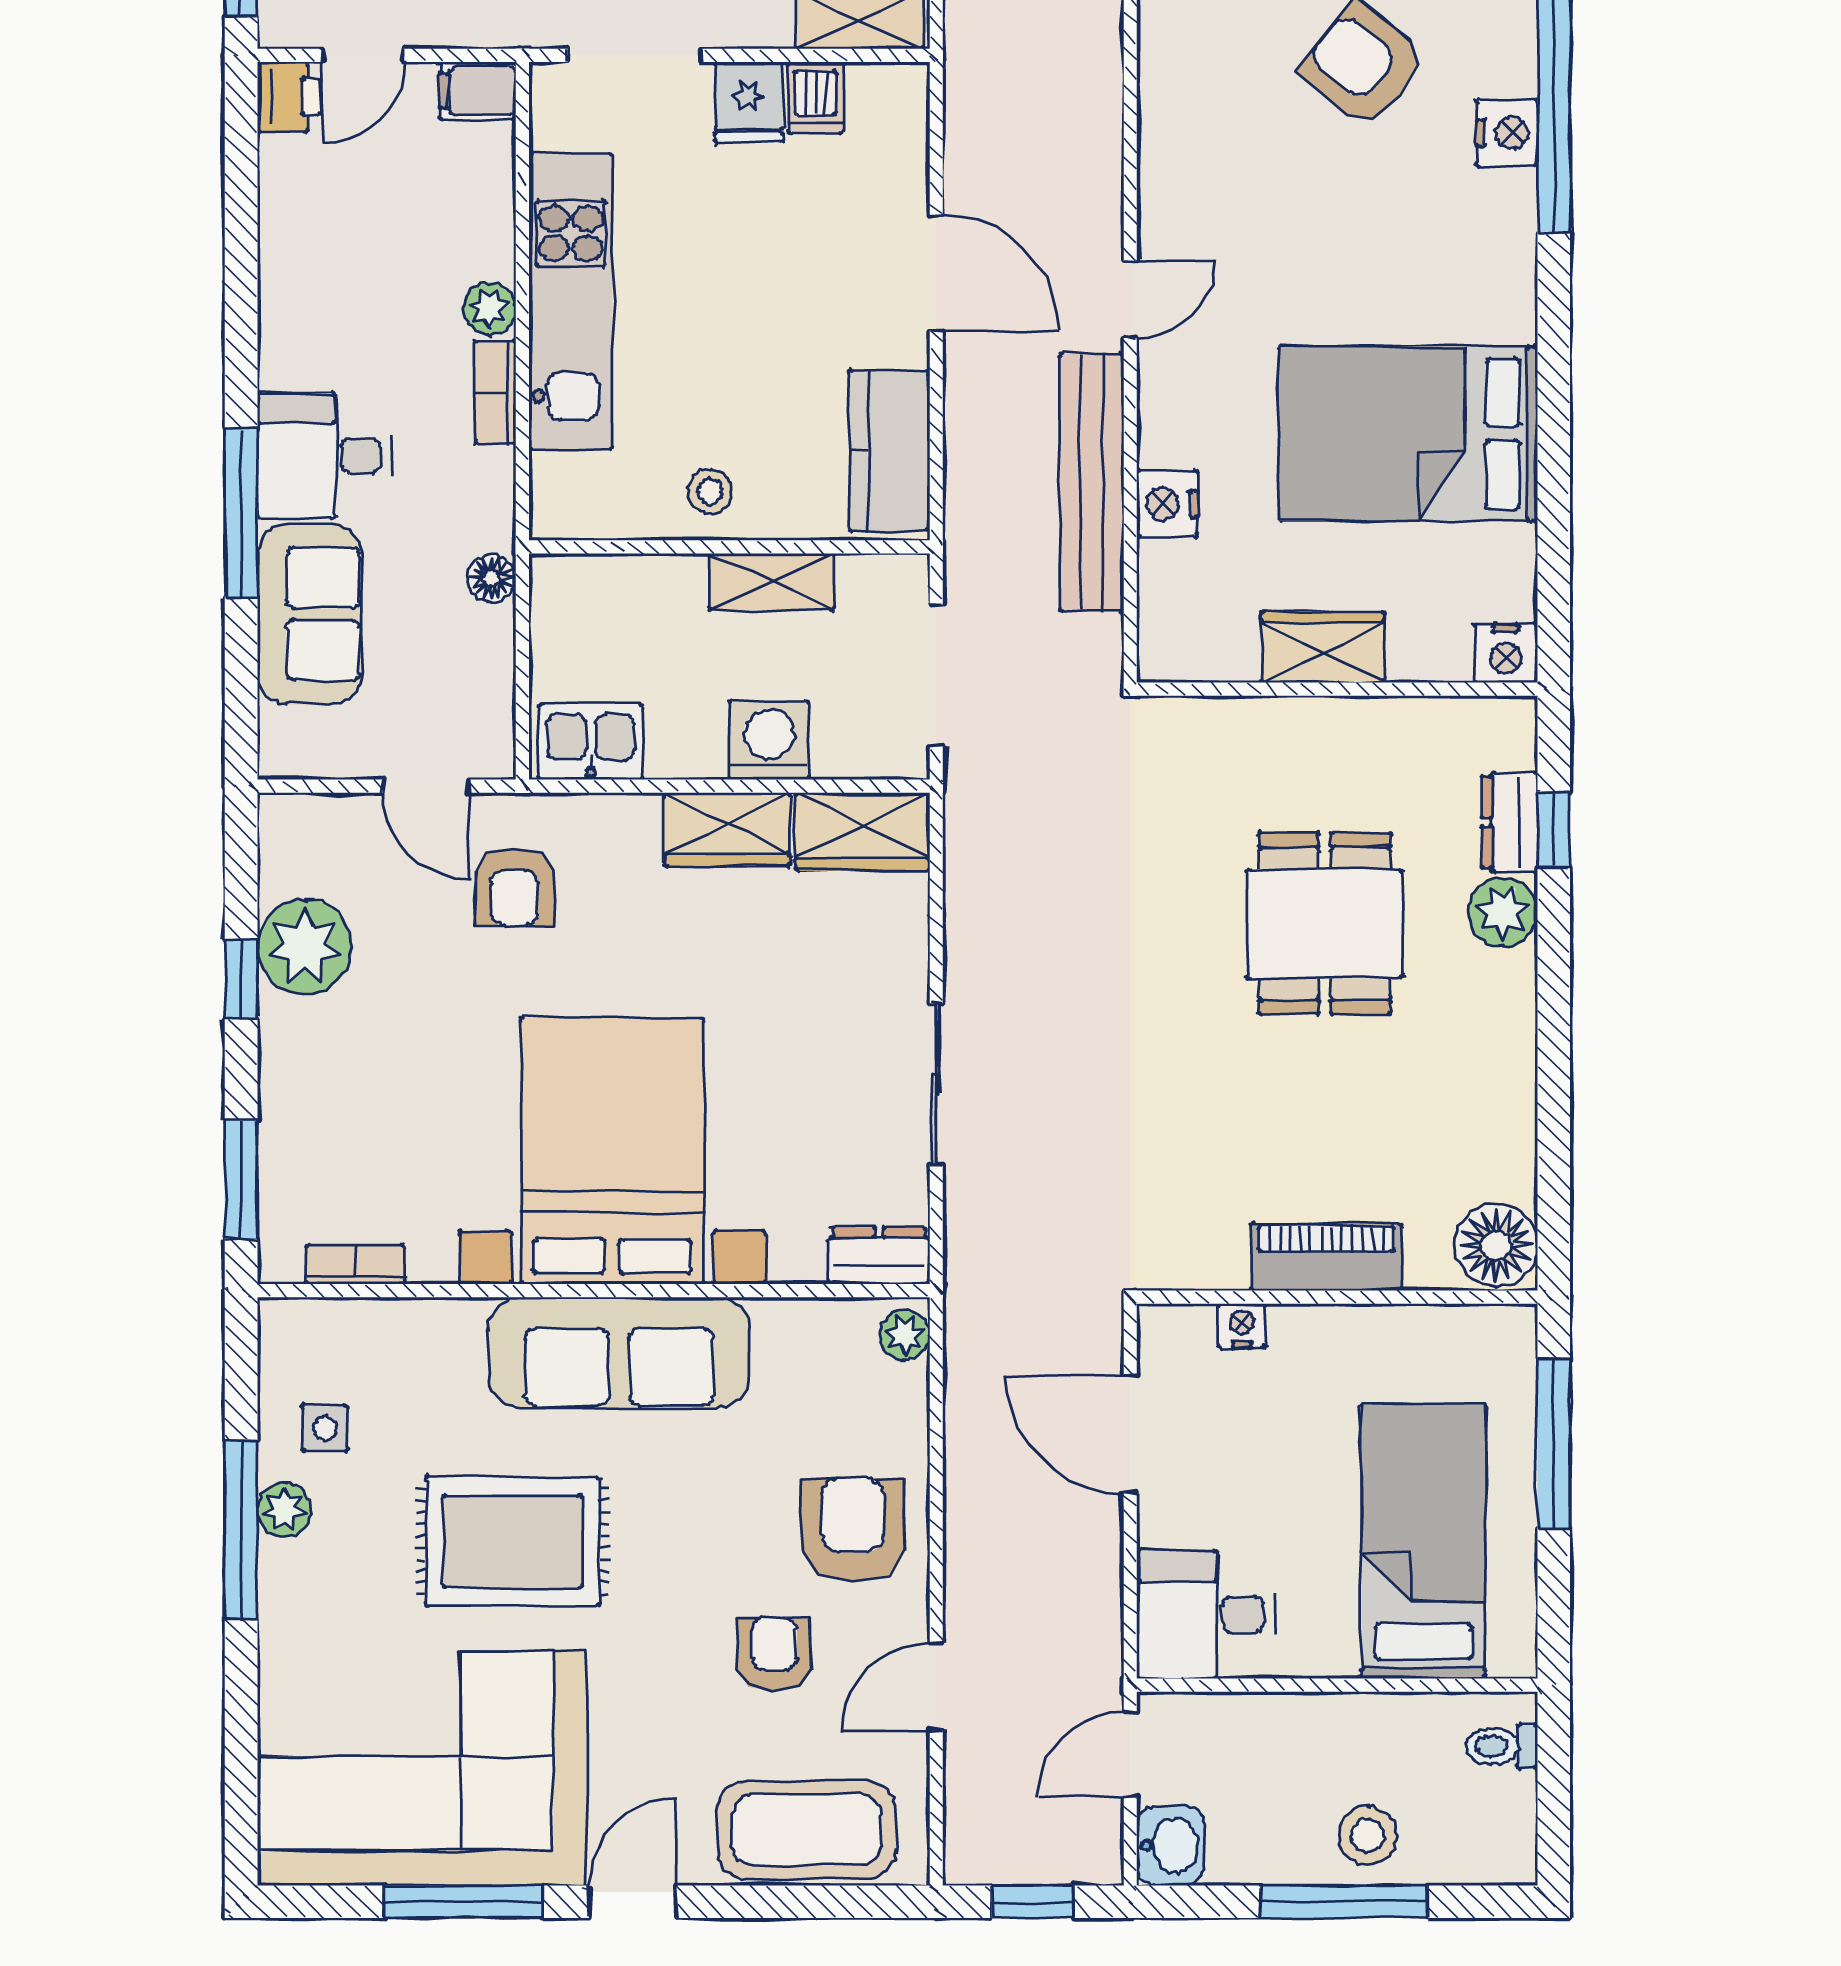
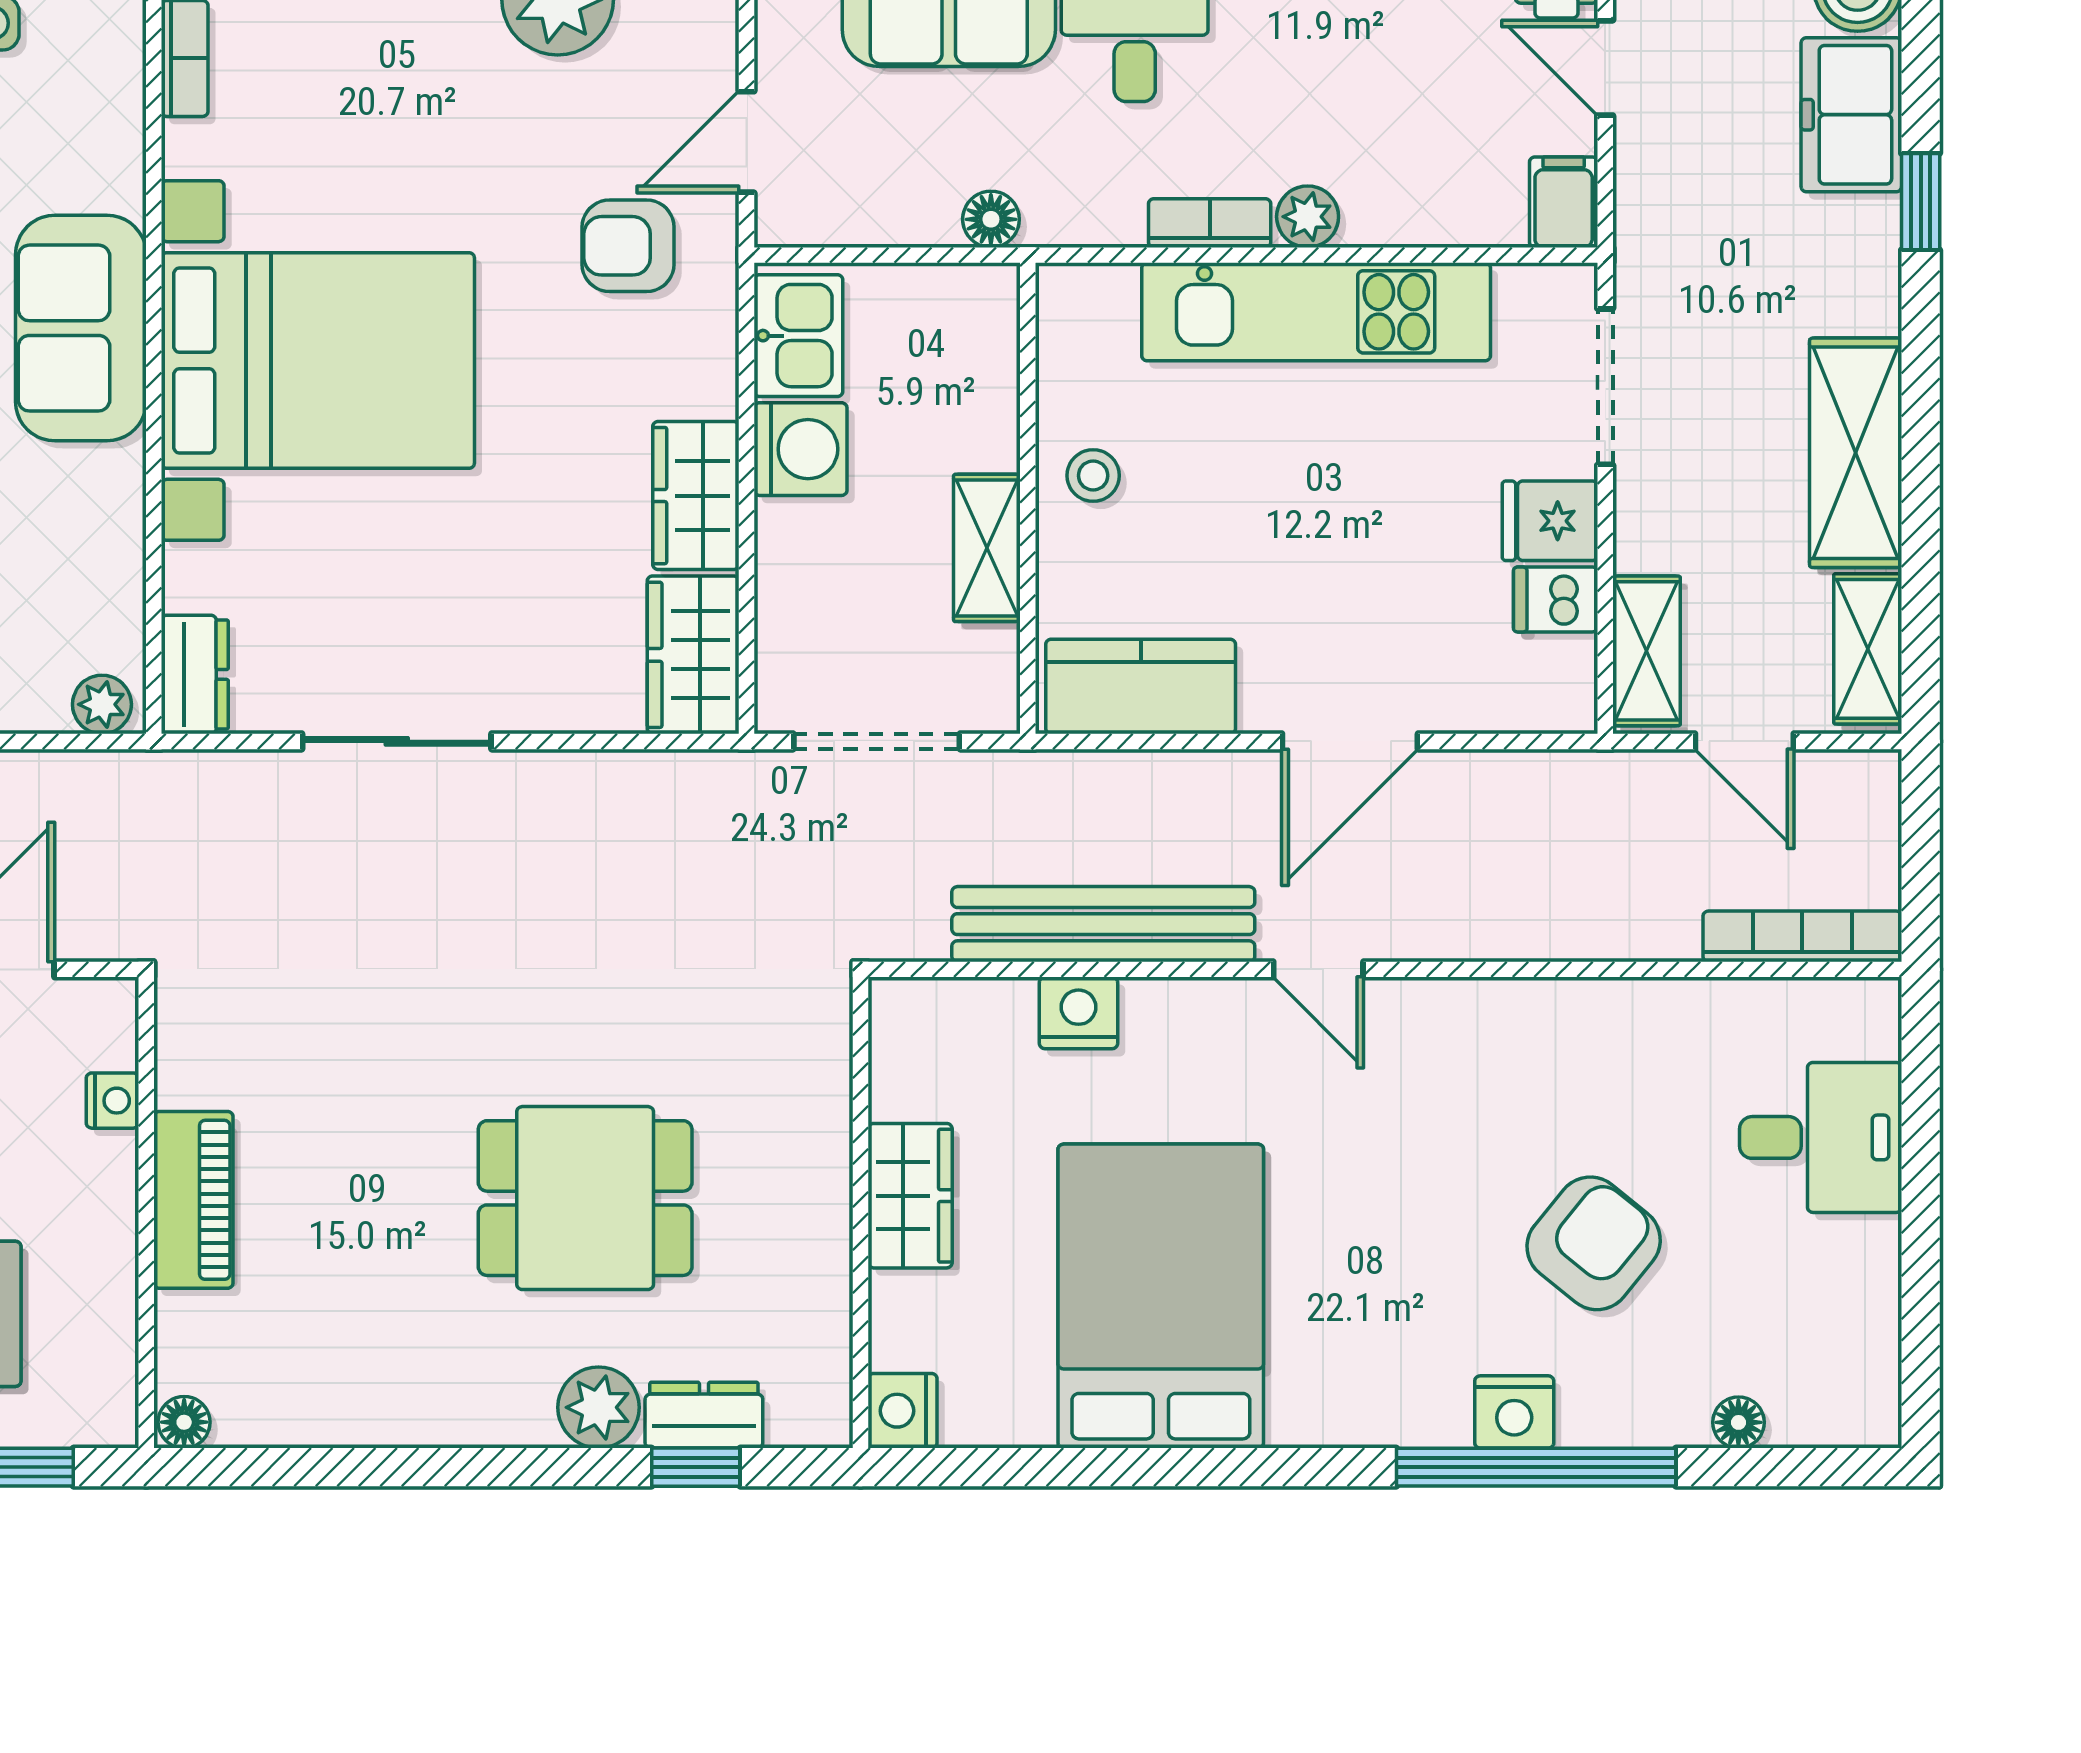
washing machine: (769, 740) -> (801, 449), moved
floor lamp: (1496, 1245) -> (184, 1422), width x0.53, depth x0.53
sofa: (619, 1353) -> (81, 328), width x0.73

